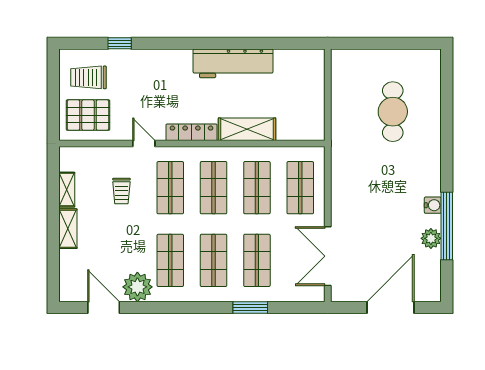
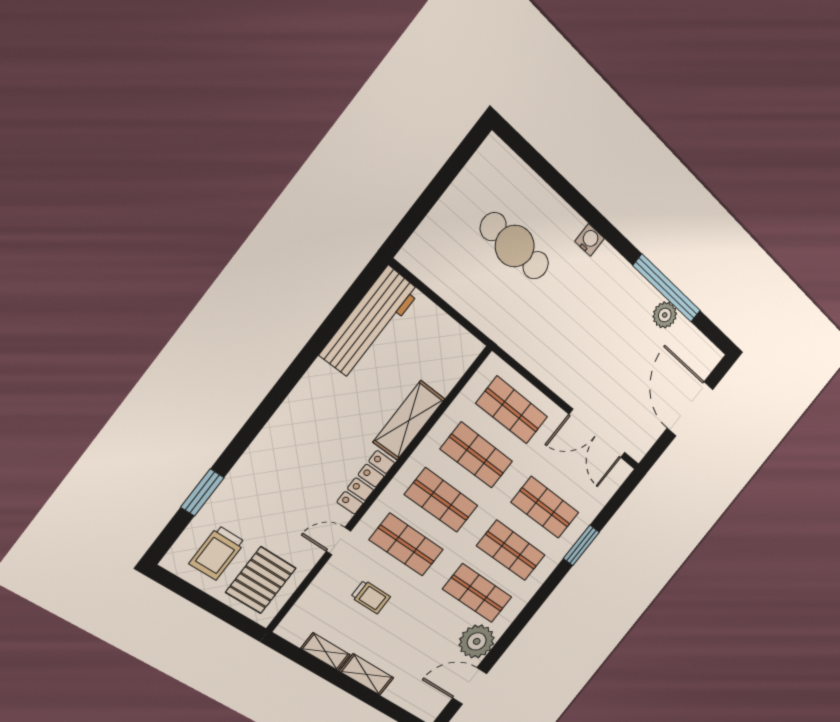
window: (120, 43) -> (202, 492), width x1.50
workbench: (233, 63) -> (370, 323), moved
water cooler: (433, 205) -> (589, 240), moved

